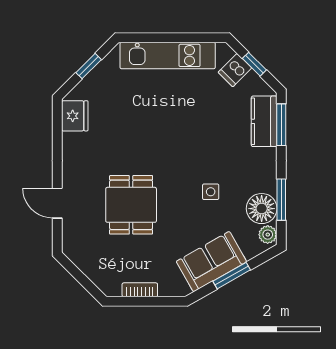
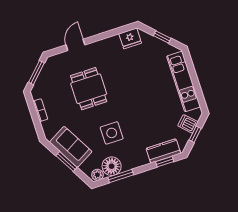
window: (281, 125) -> (165, 162), width x0.67
side table: (211, 192) -> (112, 133), width x1.87, depth x1.87
dining table: (131, 205) -> (89, 89), turned 90
window: (80, 277) -> (36, 73), added

